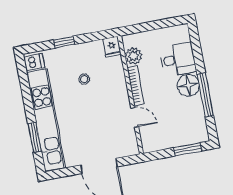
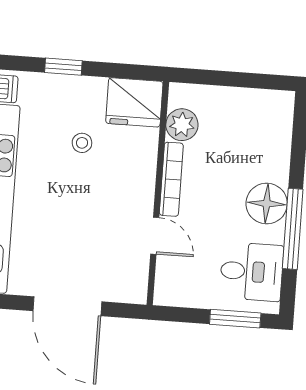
fridge: (112, 47) -> (134, 102), width x1.88, depth x1.34
desk: (178, 59) -> (252, 272), moved

